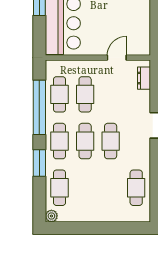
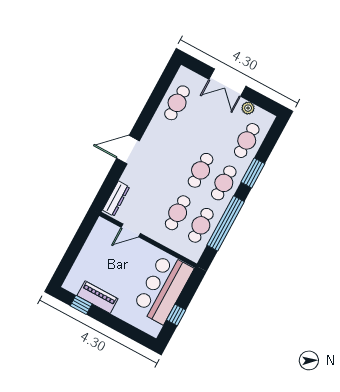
dresser: (144, 78) -> (116, 199), width x1.44
cafe table: (111, 141) -> (177, 158), removed
plant: (51, 216) -> (248, 108), moved
double door: (103, 228) -> (227, 83), added

